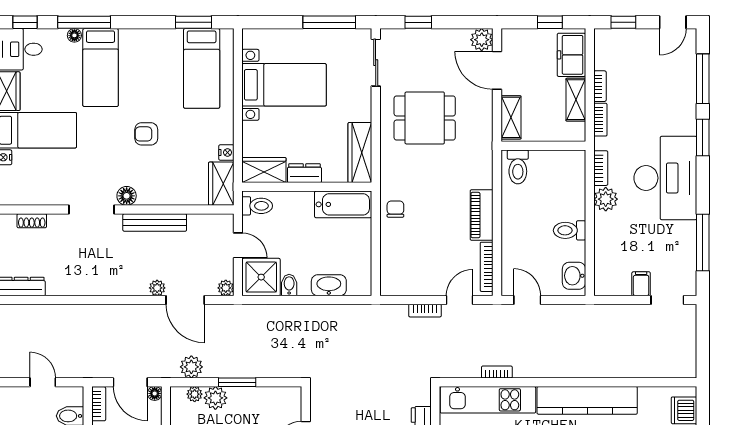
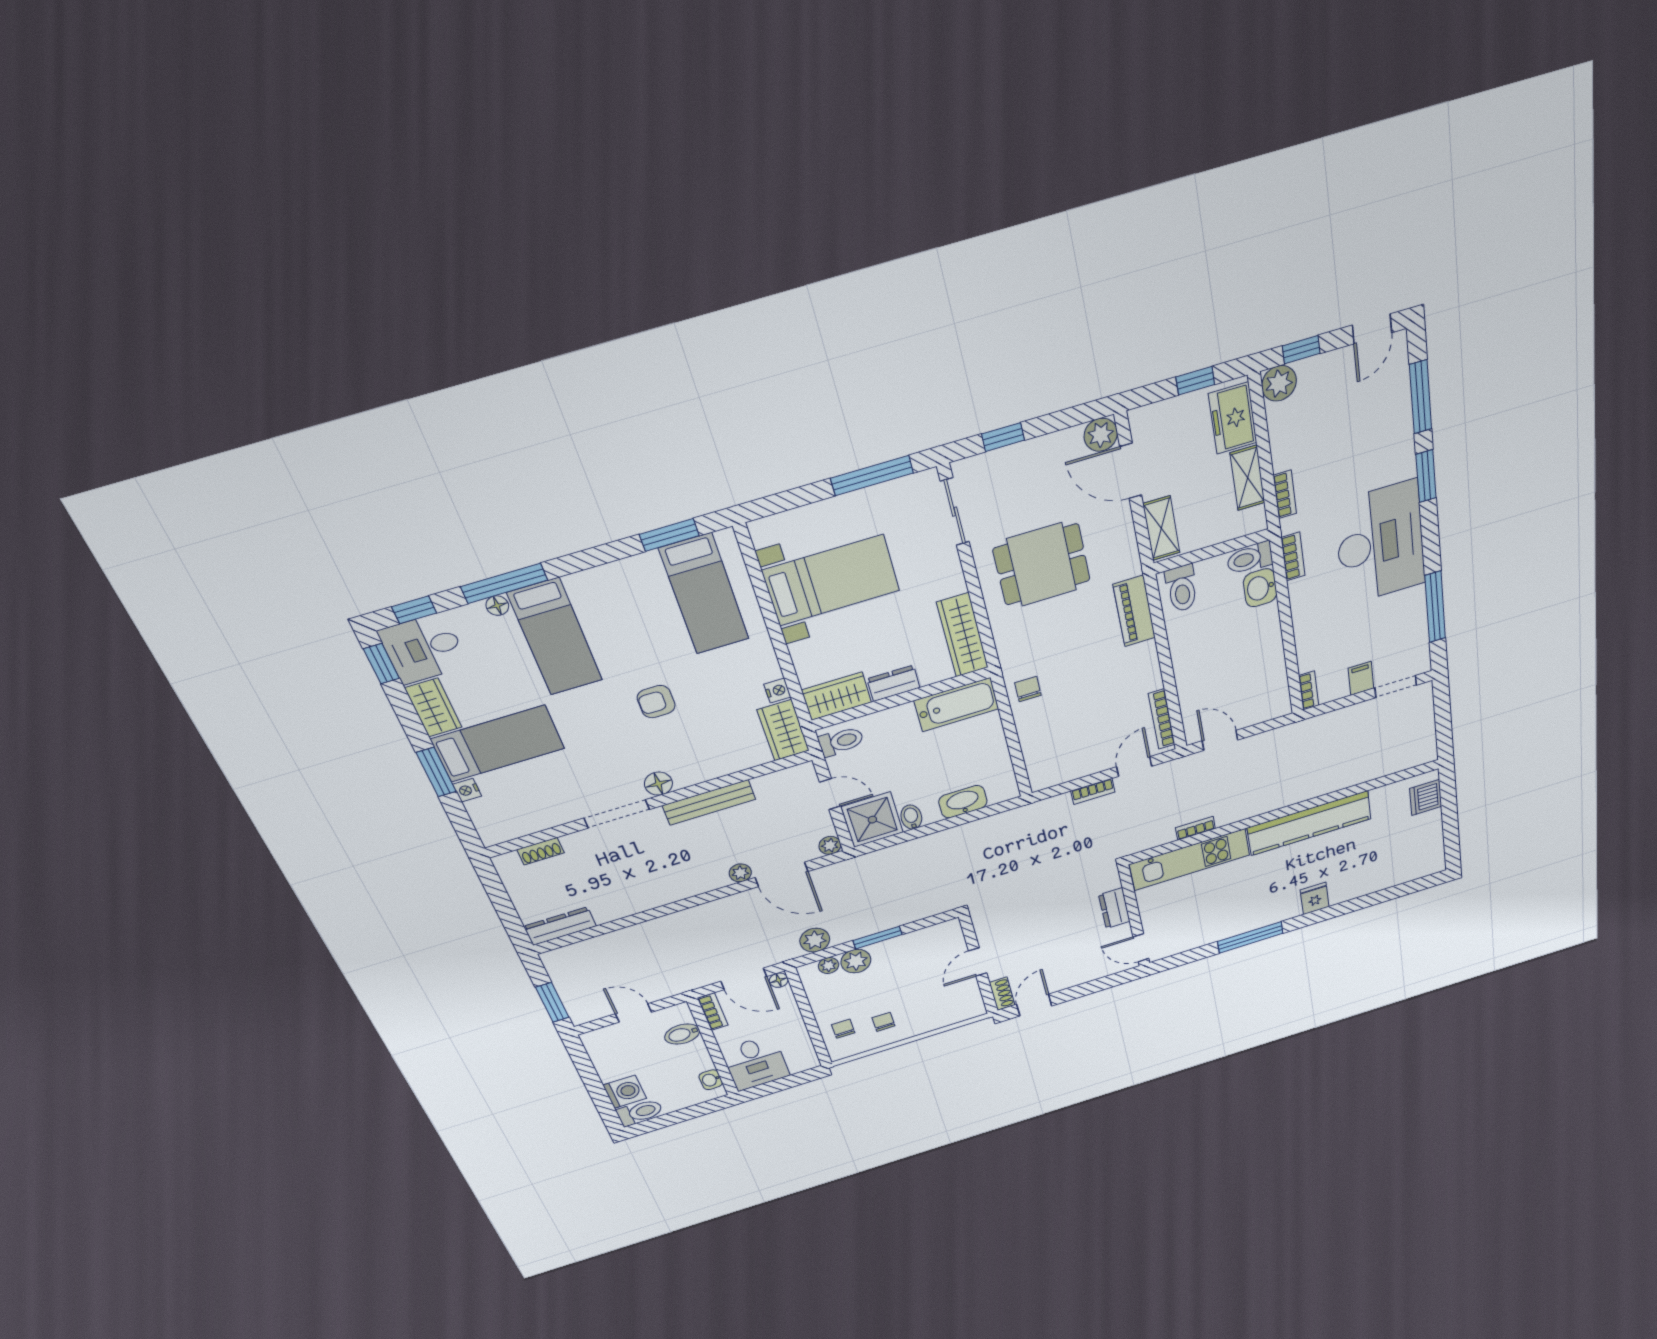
bookcase: (600, 86) -> (1309, 691), moved
plant: (606, 199) -> (1279, 383), moved
piano: (482, 215) -> (1134, 611), moved
toilet: (569, 230) -> (1250, 558), moved
washbasin: (574, 276) -> (1260, 588), moved

